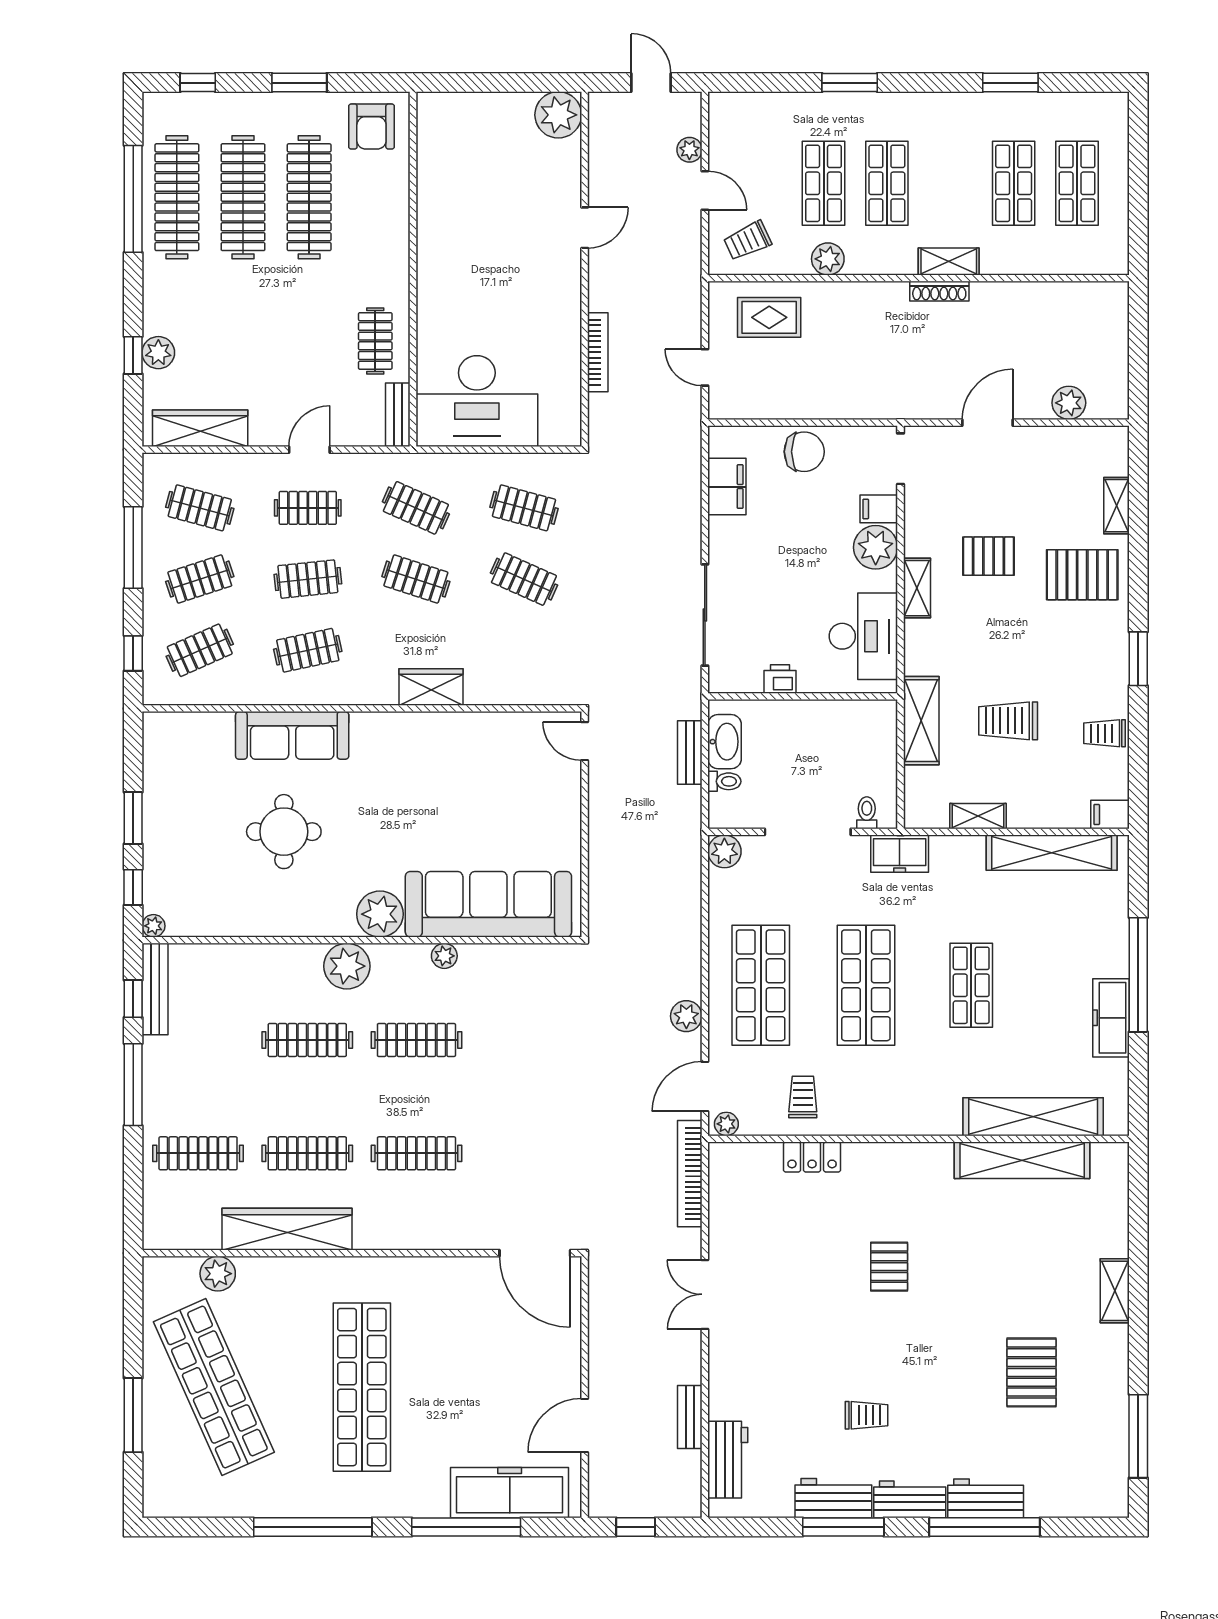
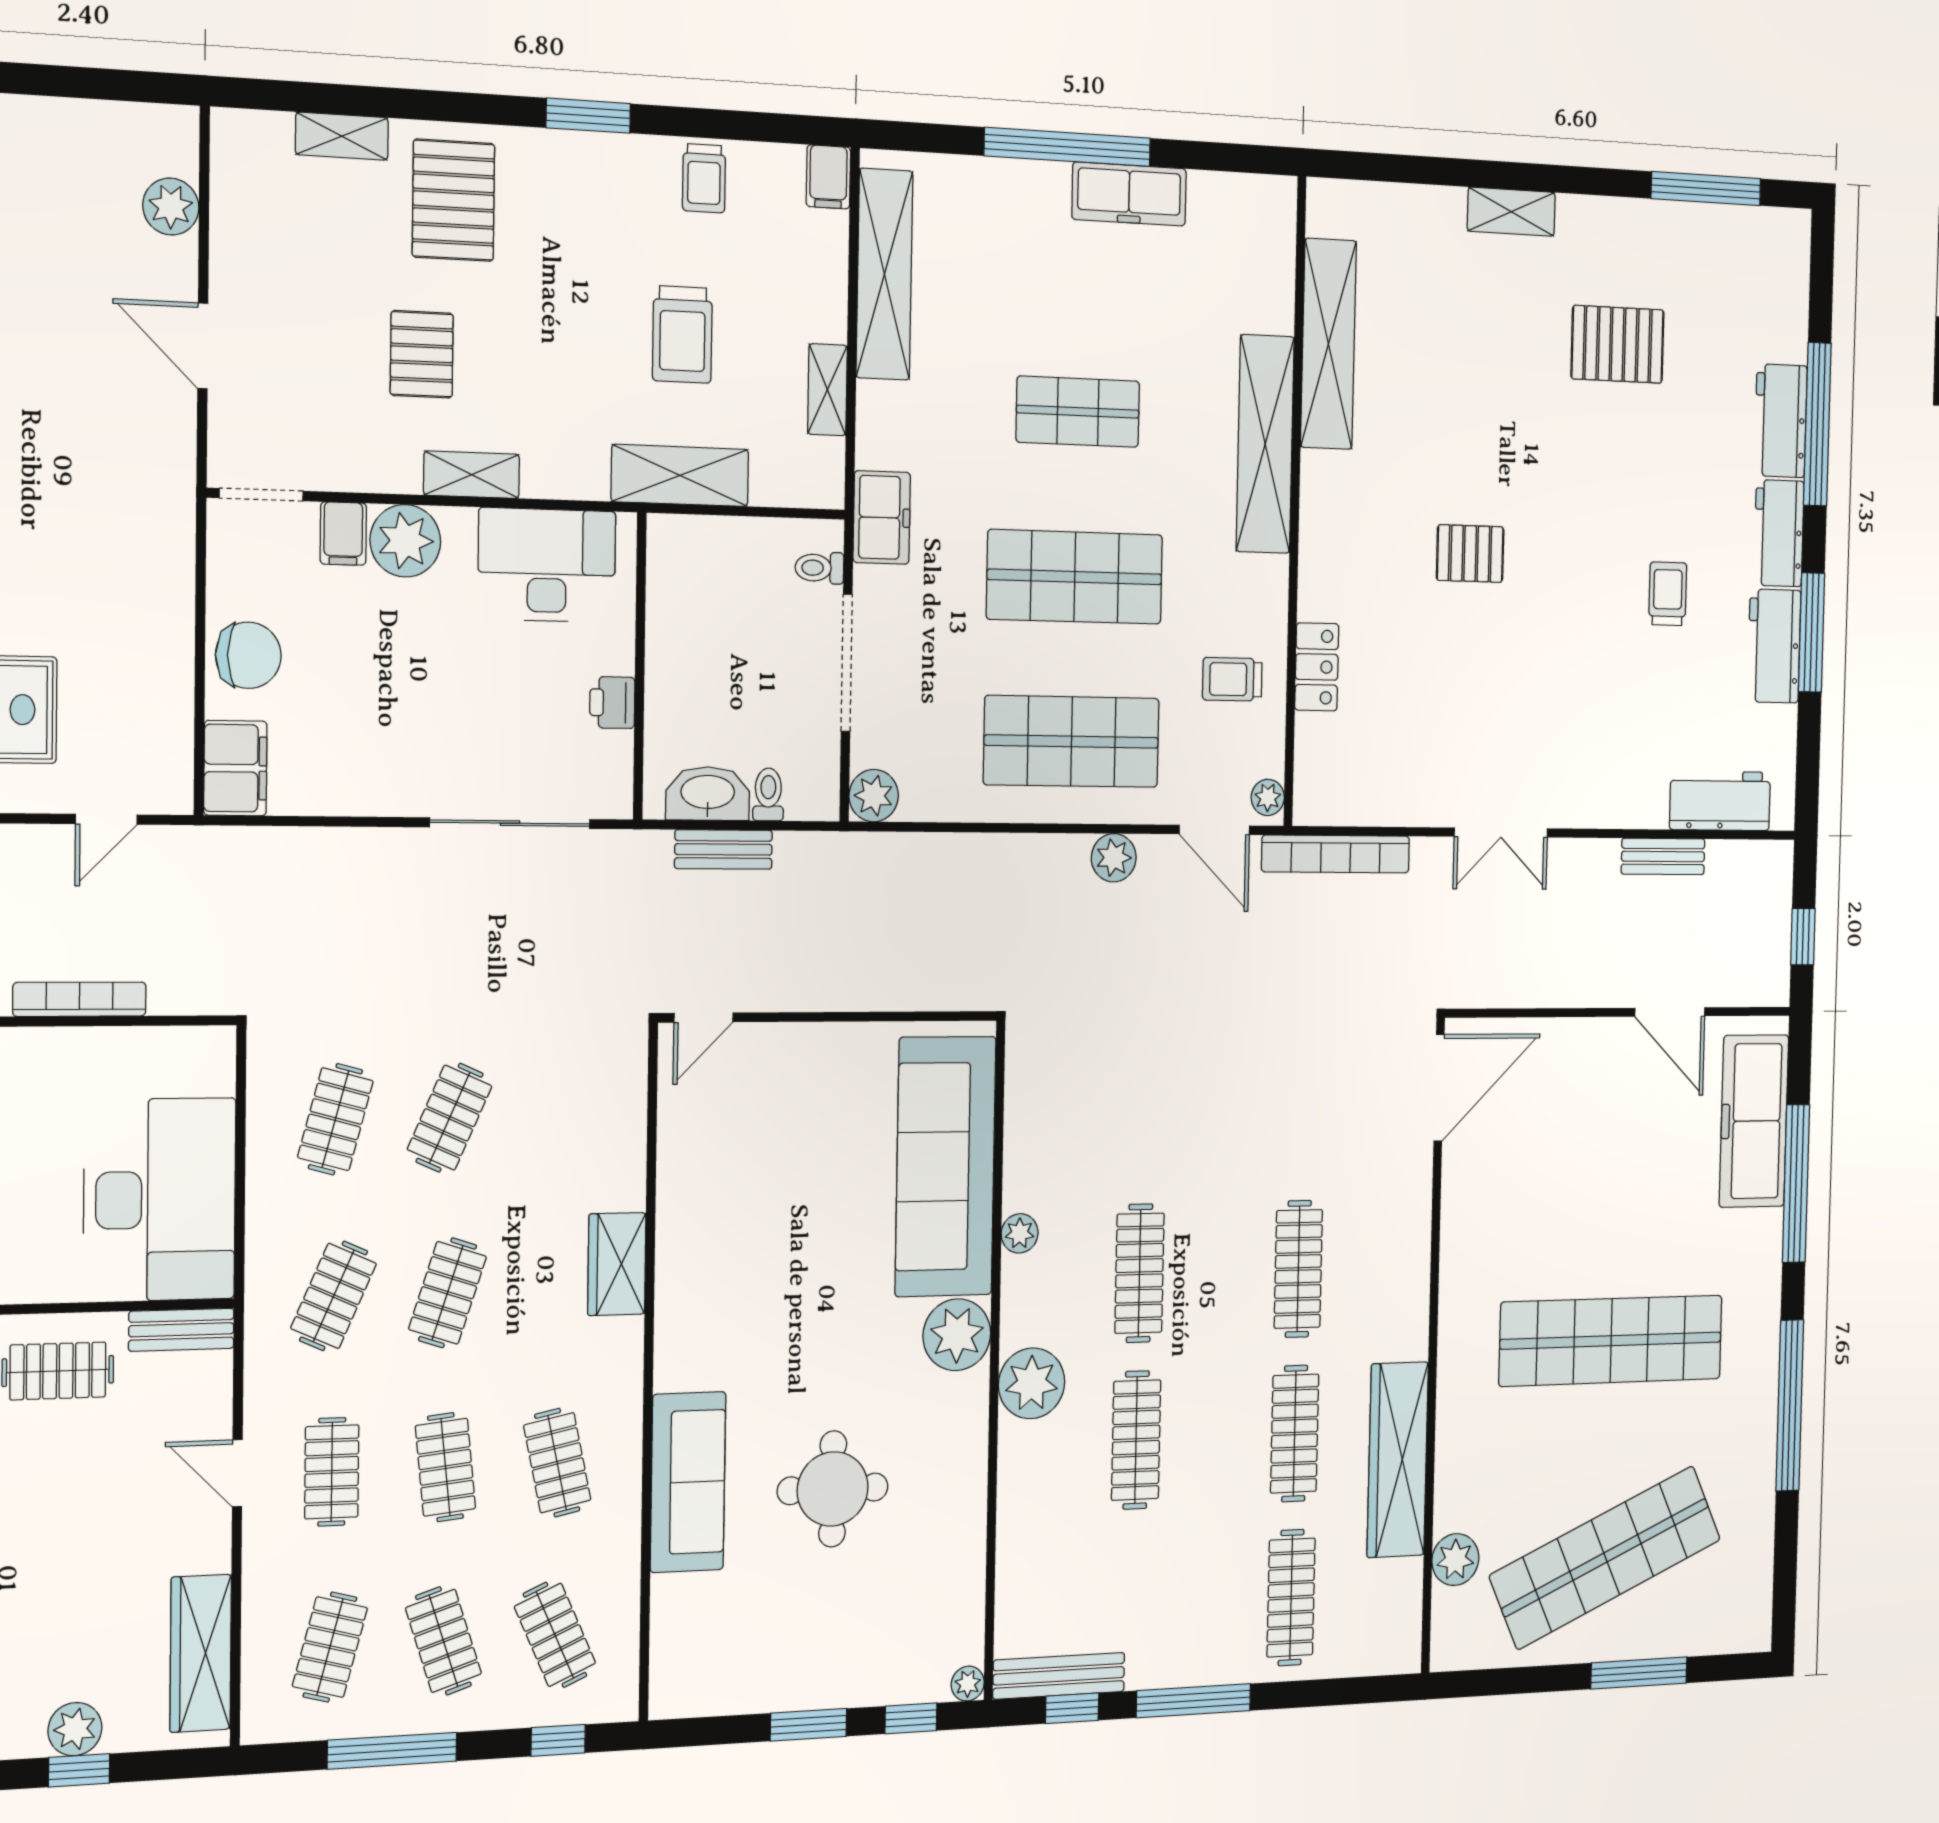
chair: (804, 452) -> (248, 655), turned 90
filing cabinet: (727, 487) -> (235, 768), moved, turned 90
shelving: (1033, 1117) -> (1265, 444), moved

